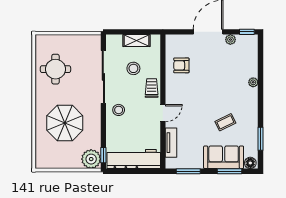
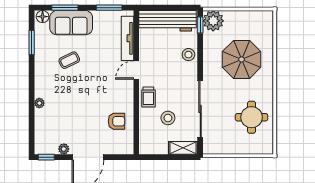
shelving: (137, 41) -> (183, 148), moved
stool: (119, 110) -> (188, 55), moved
tv unit: (171, 143) -> (127, 38), width x1.41

